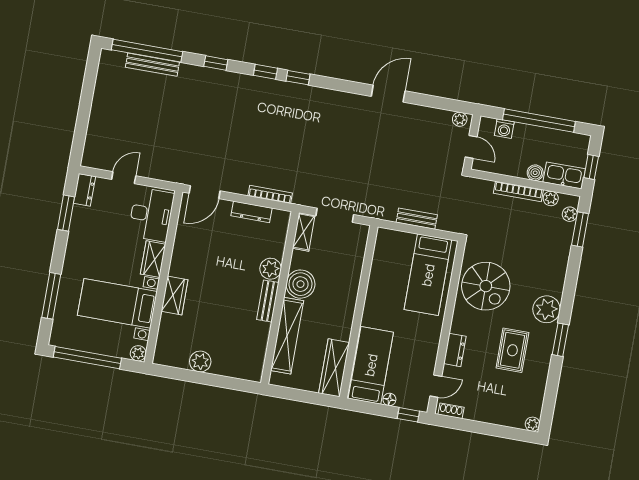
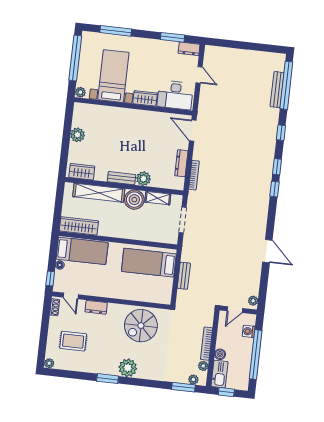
shelving: (304, 232) -> (158, 198), moved
bed: (428, 275) -> (149, 263), moved
wardrobe: (175, 295) -> (82, 172), moved, turned 180
rug: (512, 350) -> (73, 341), moved

